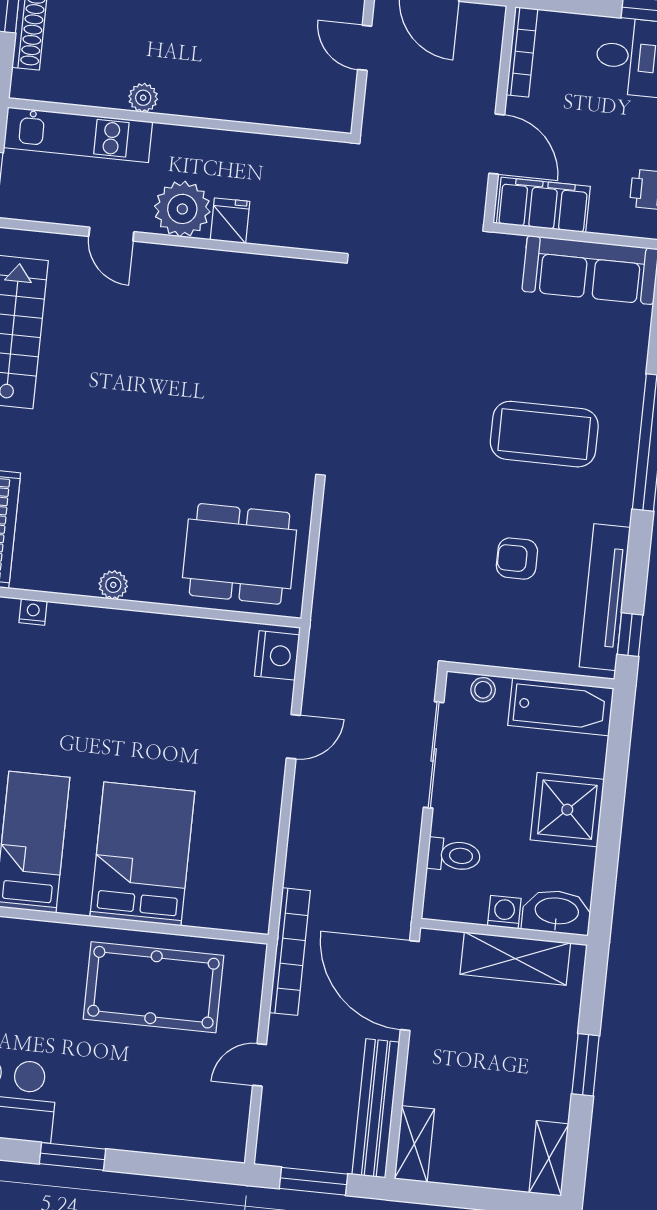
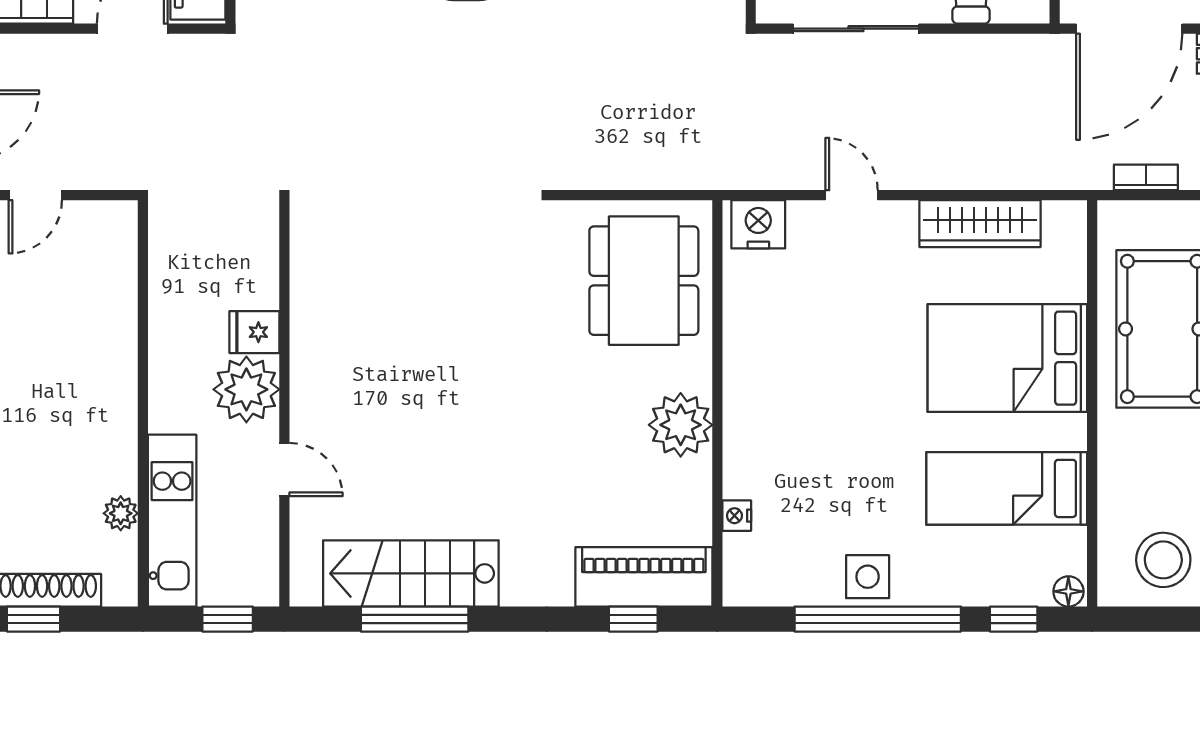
plant: (143, 98) -> (121, 513), moved
door: (111, 234) -> (284, 470), hinge flipped
plant: (113, 585) -> (681, 425), width x1.88, depth x1.88
wardrobe: (258, 843) -> (980, 224), added
bookcase: (290, 952) -> (1146, 177), width x0.43, depth x0.76

